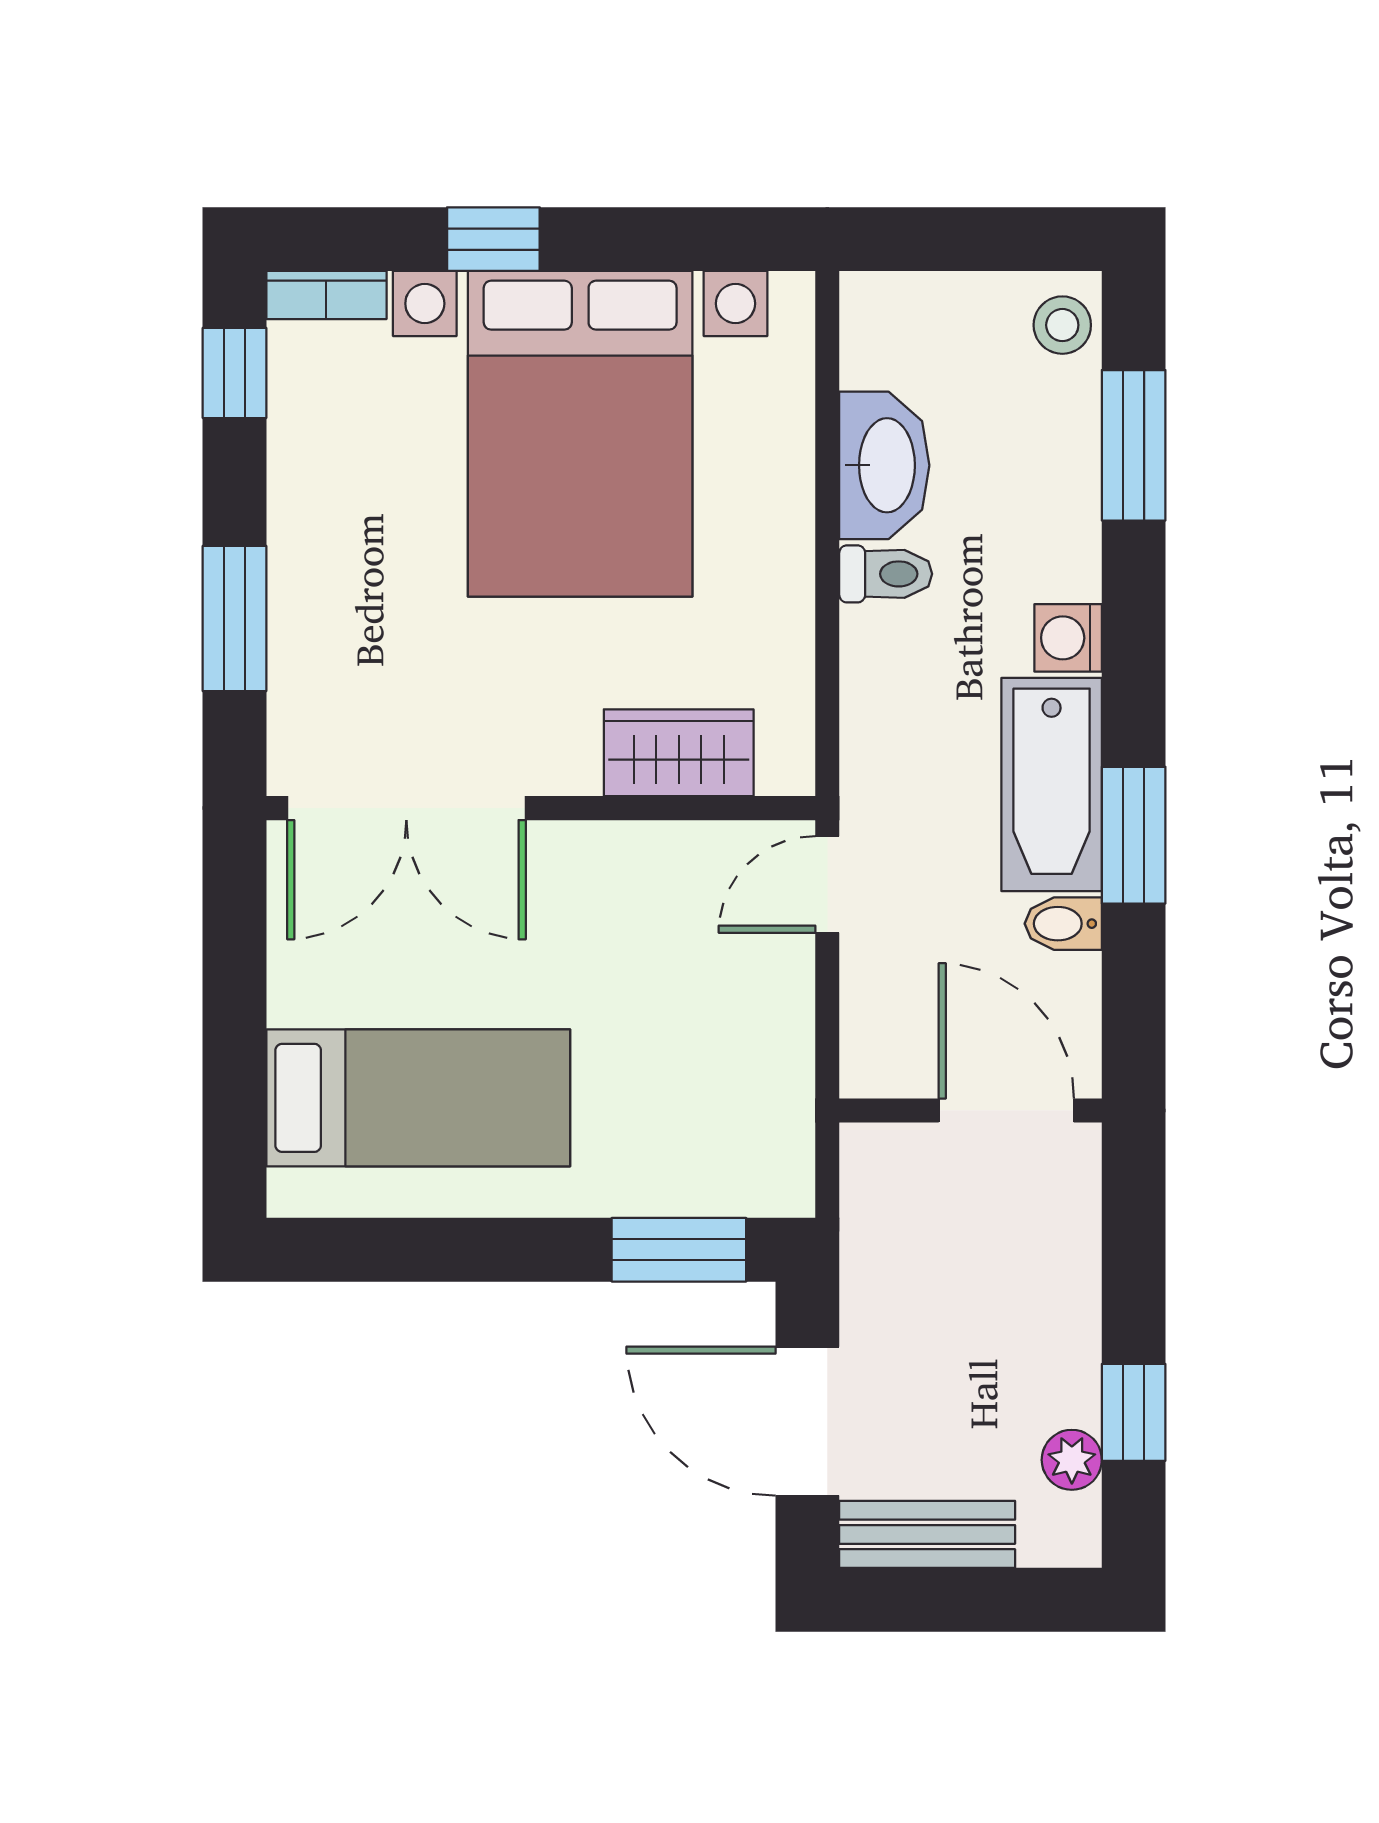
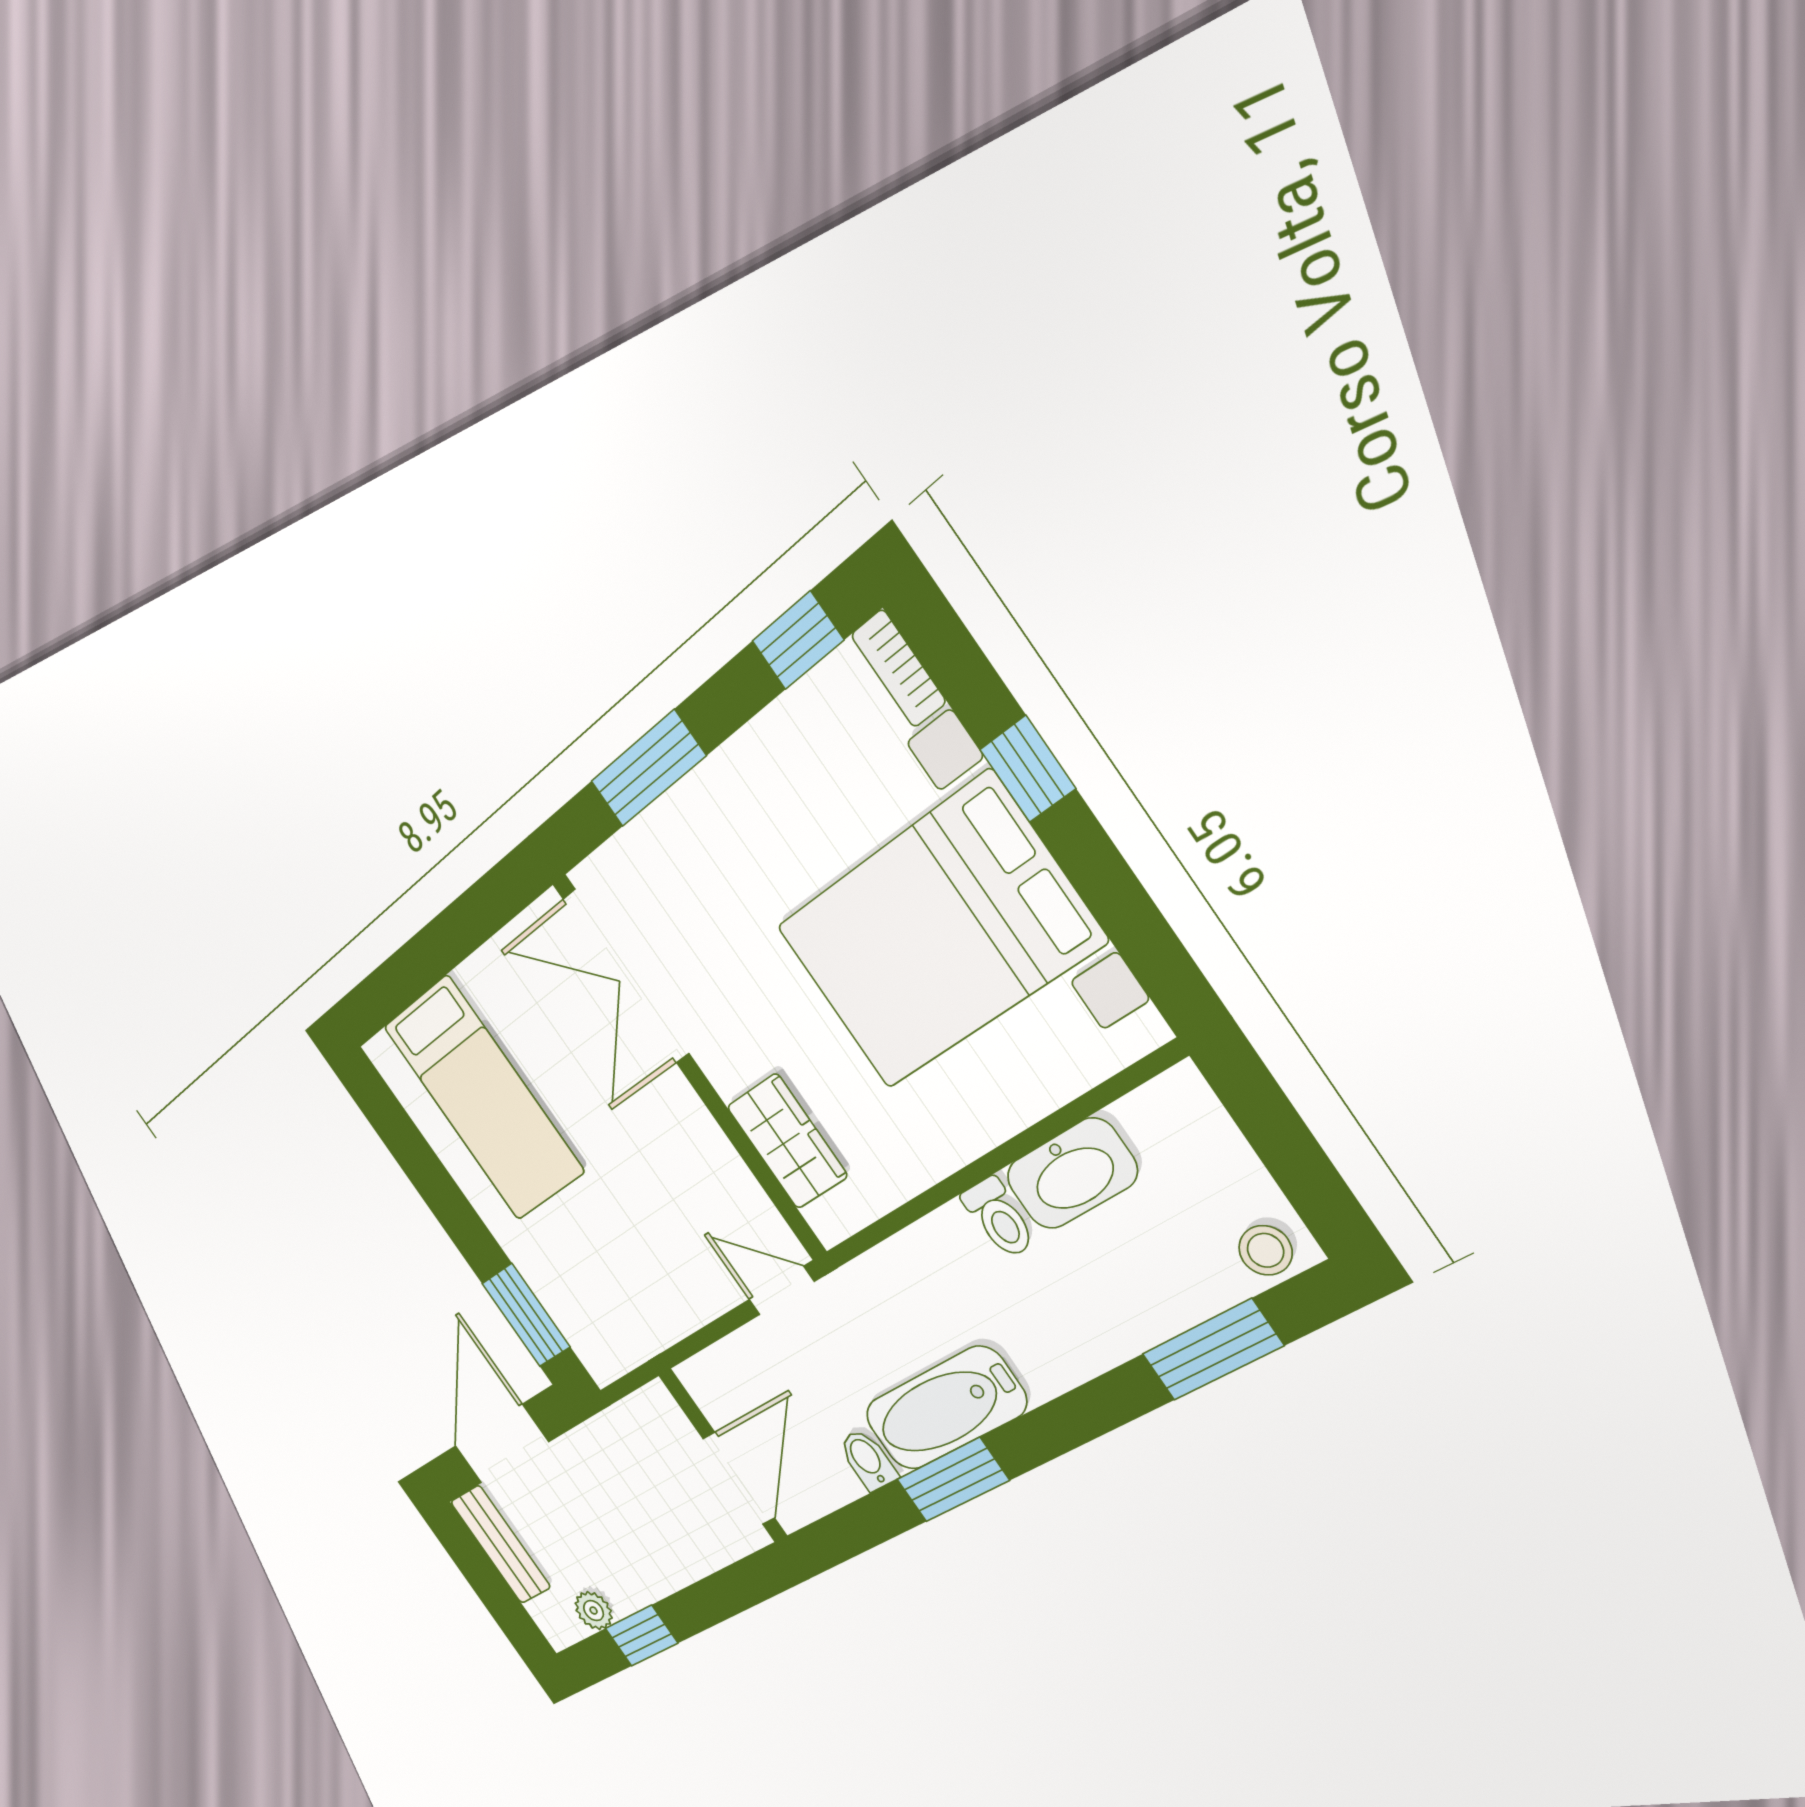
washing machine: (1068, 638) -> (1046, 1371), removed

